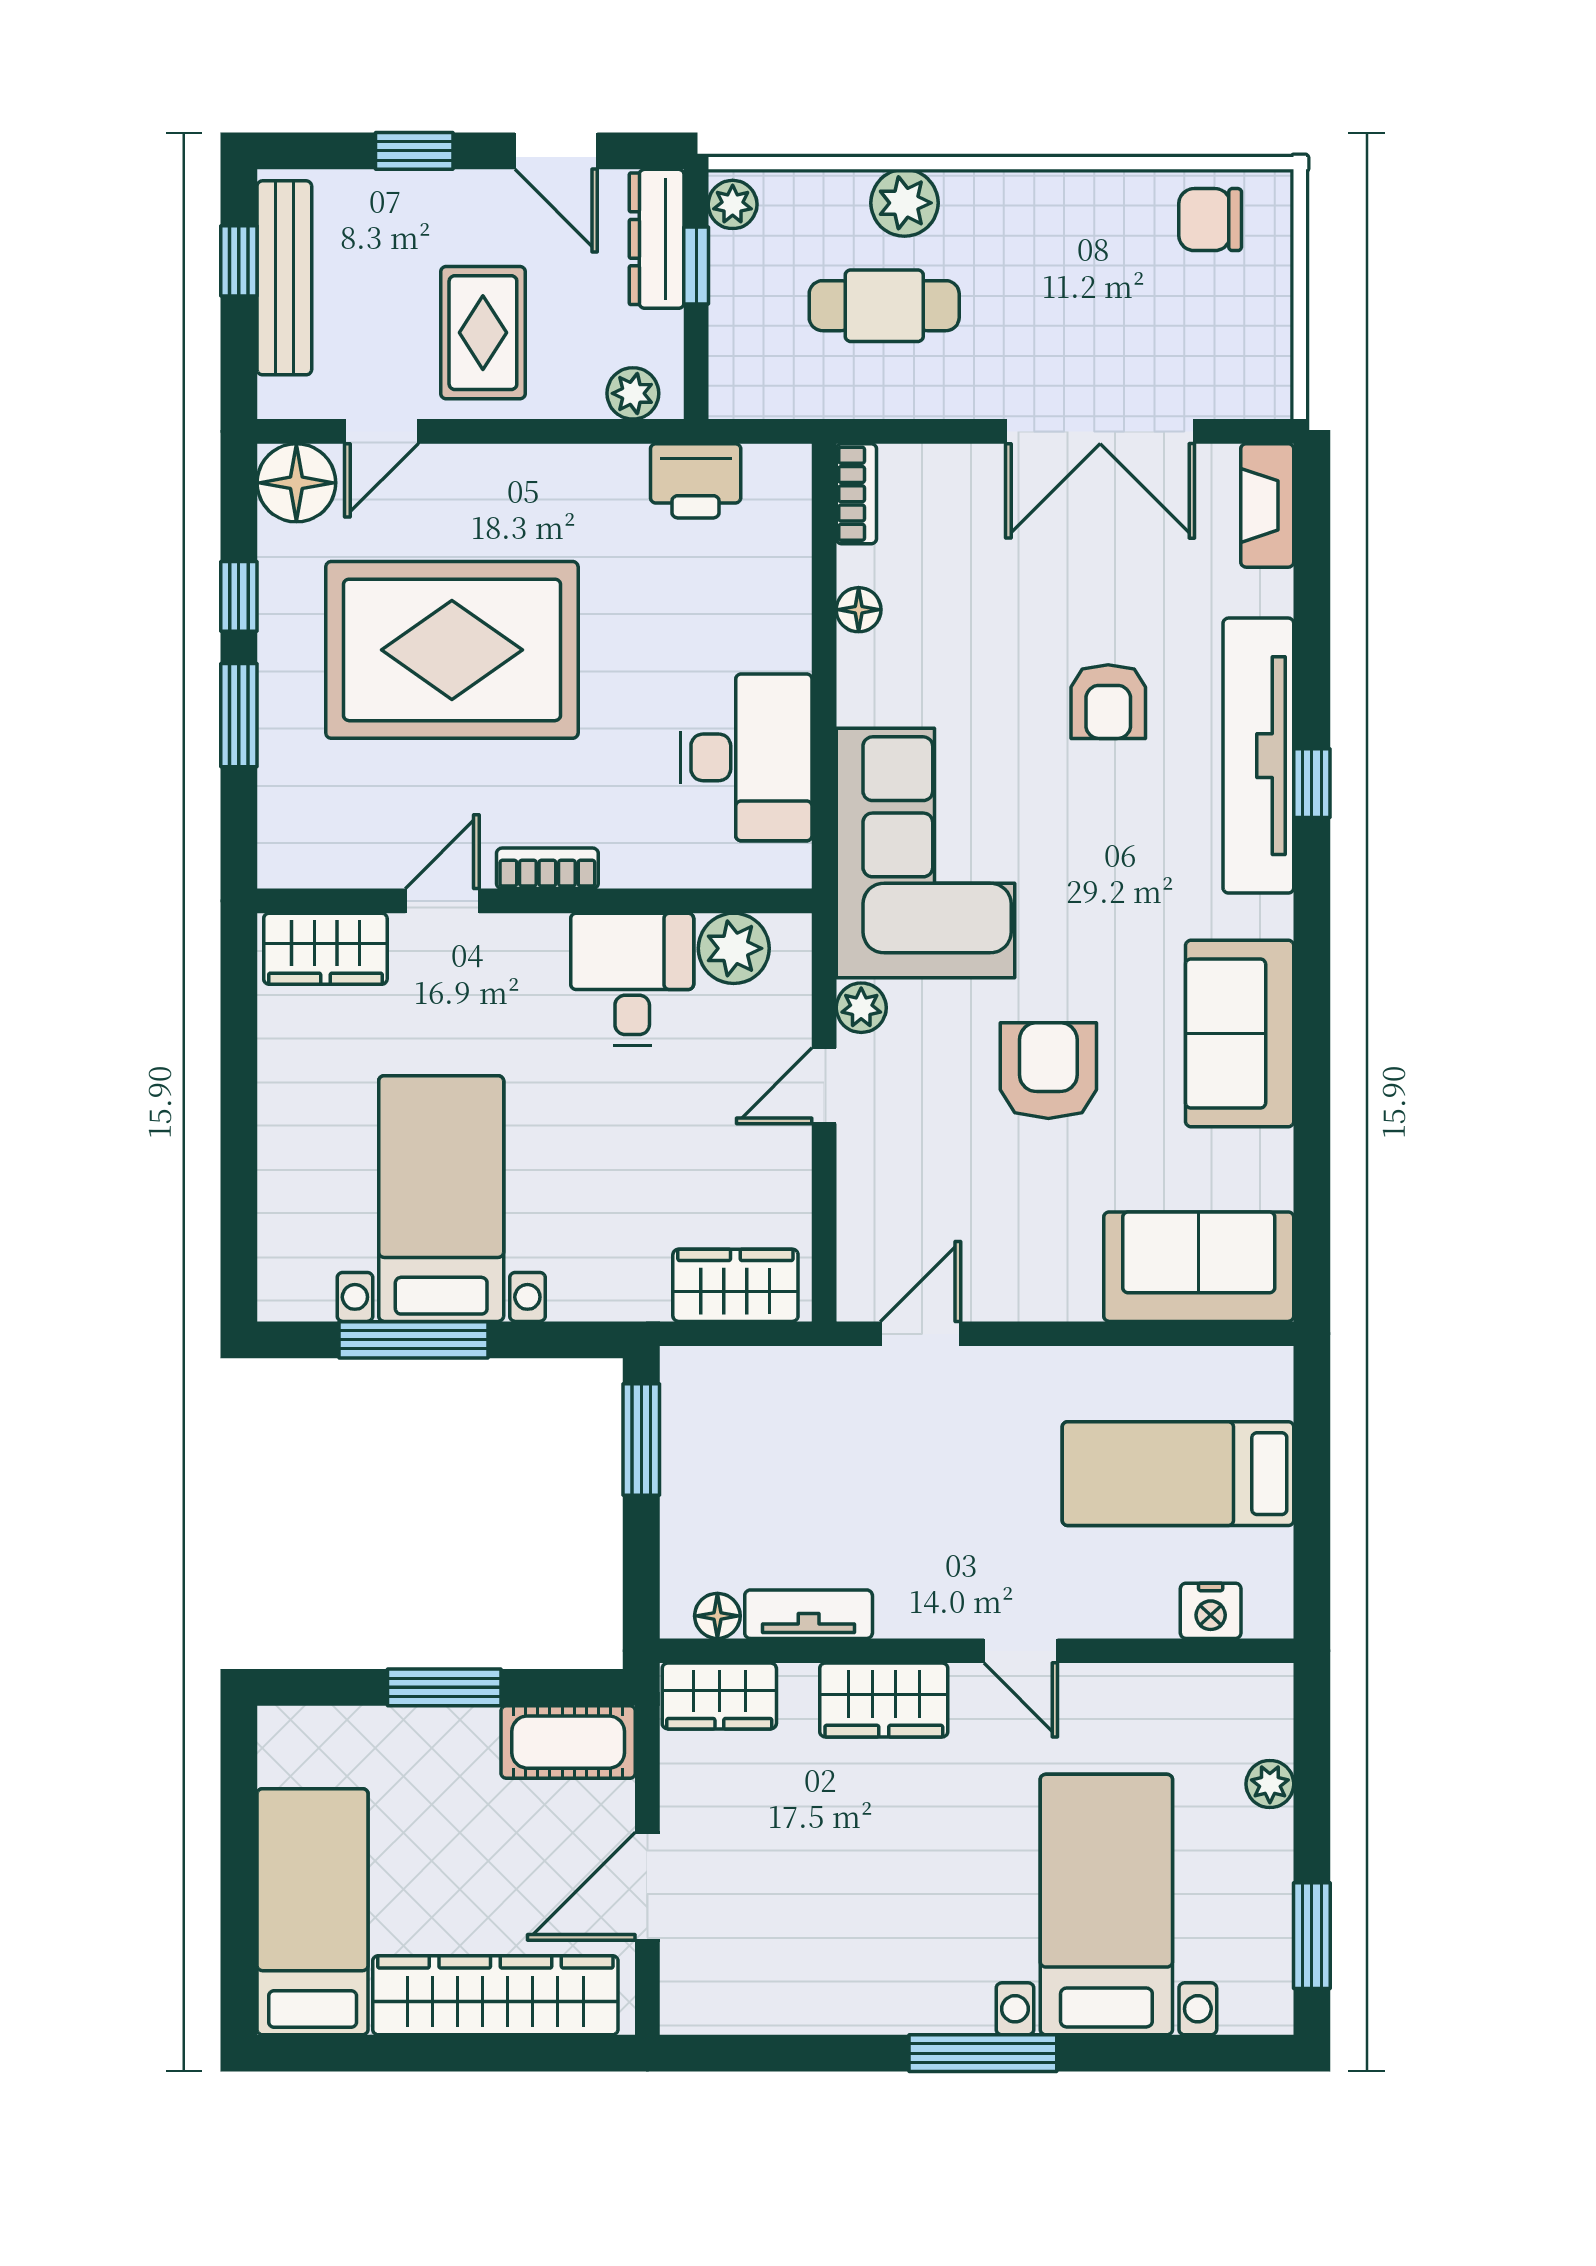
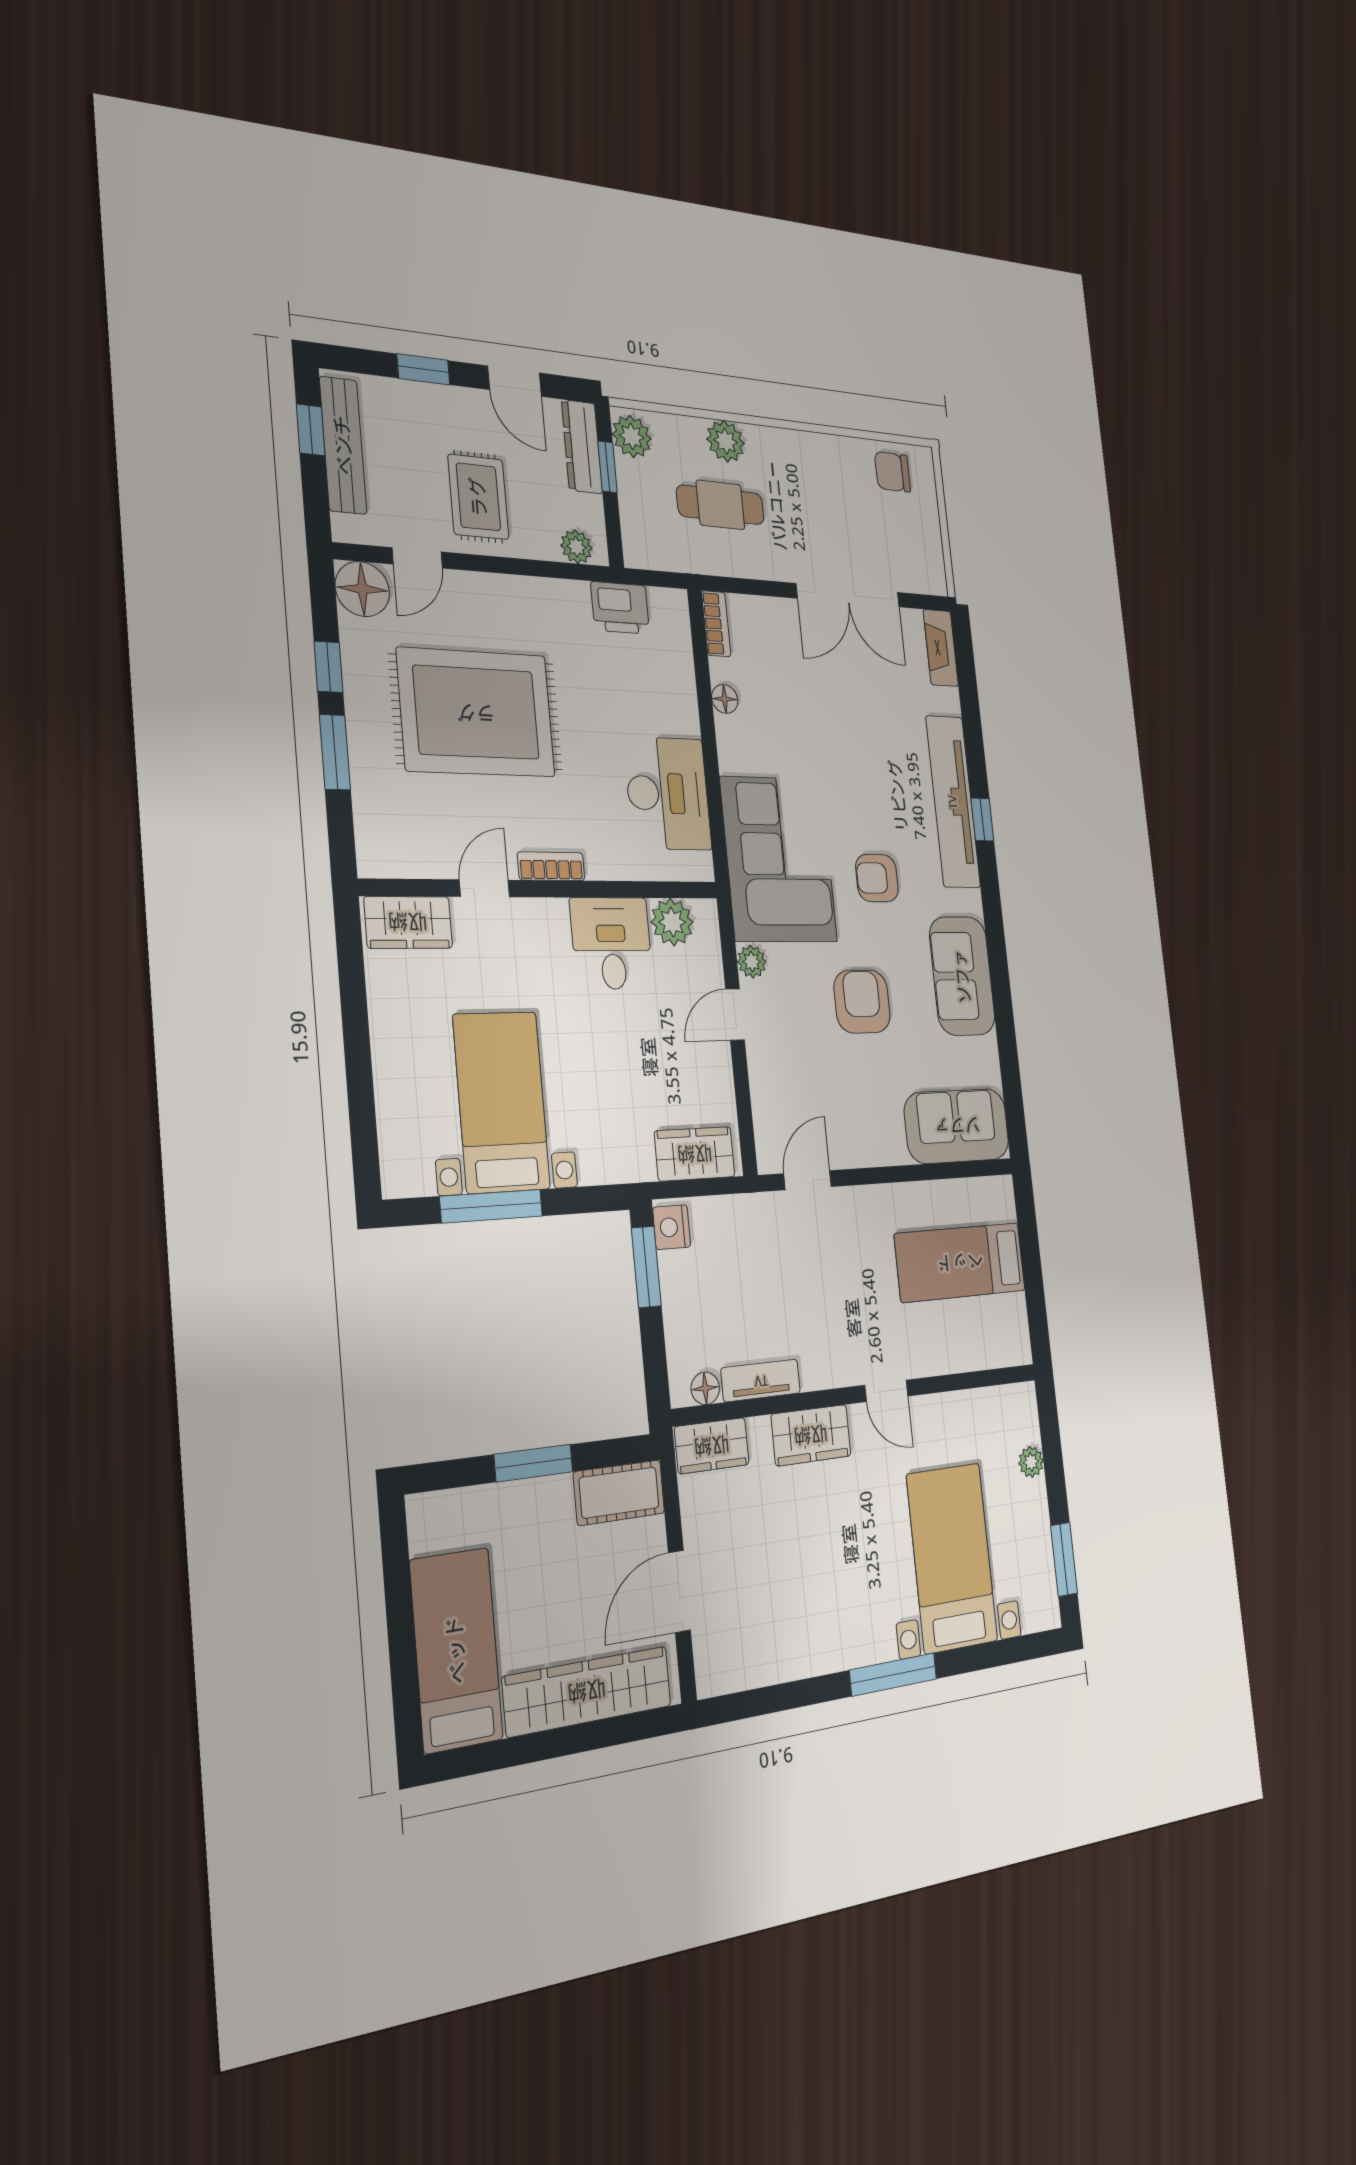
plant: (733, 204) -> (632, 436), width x1.38, depth x1.38
armchair: (1108, 702) -> (877, 878), moved, turned 90
nightstand: (1211, 1611) -> (672, 1227), moved, turned 90

